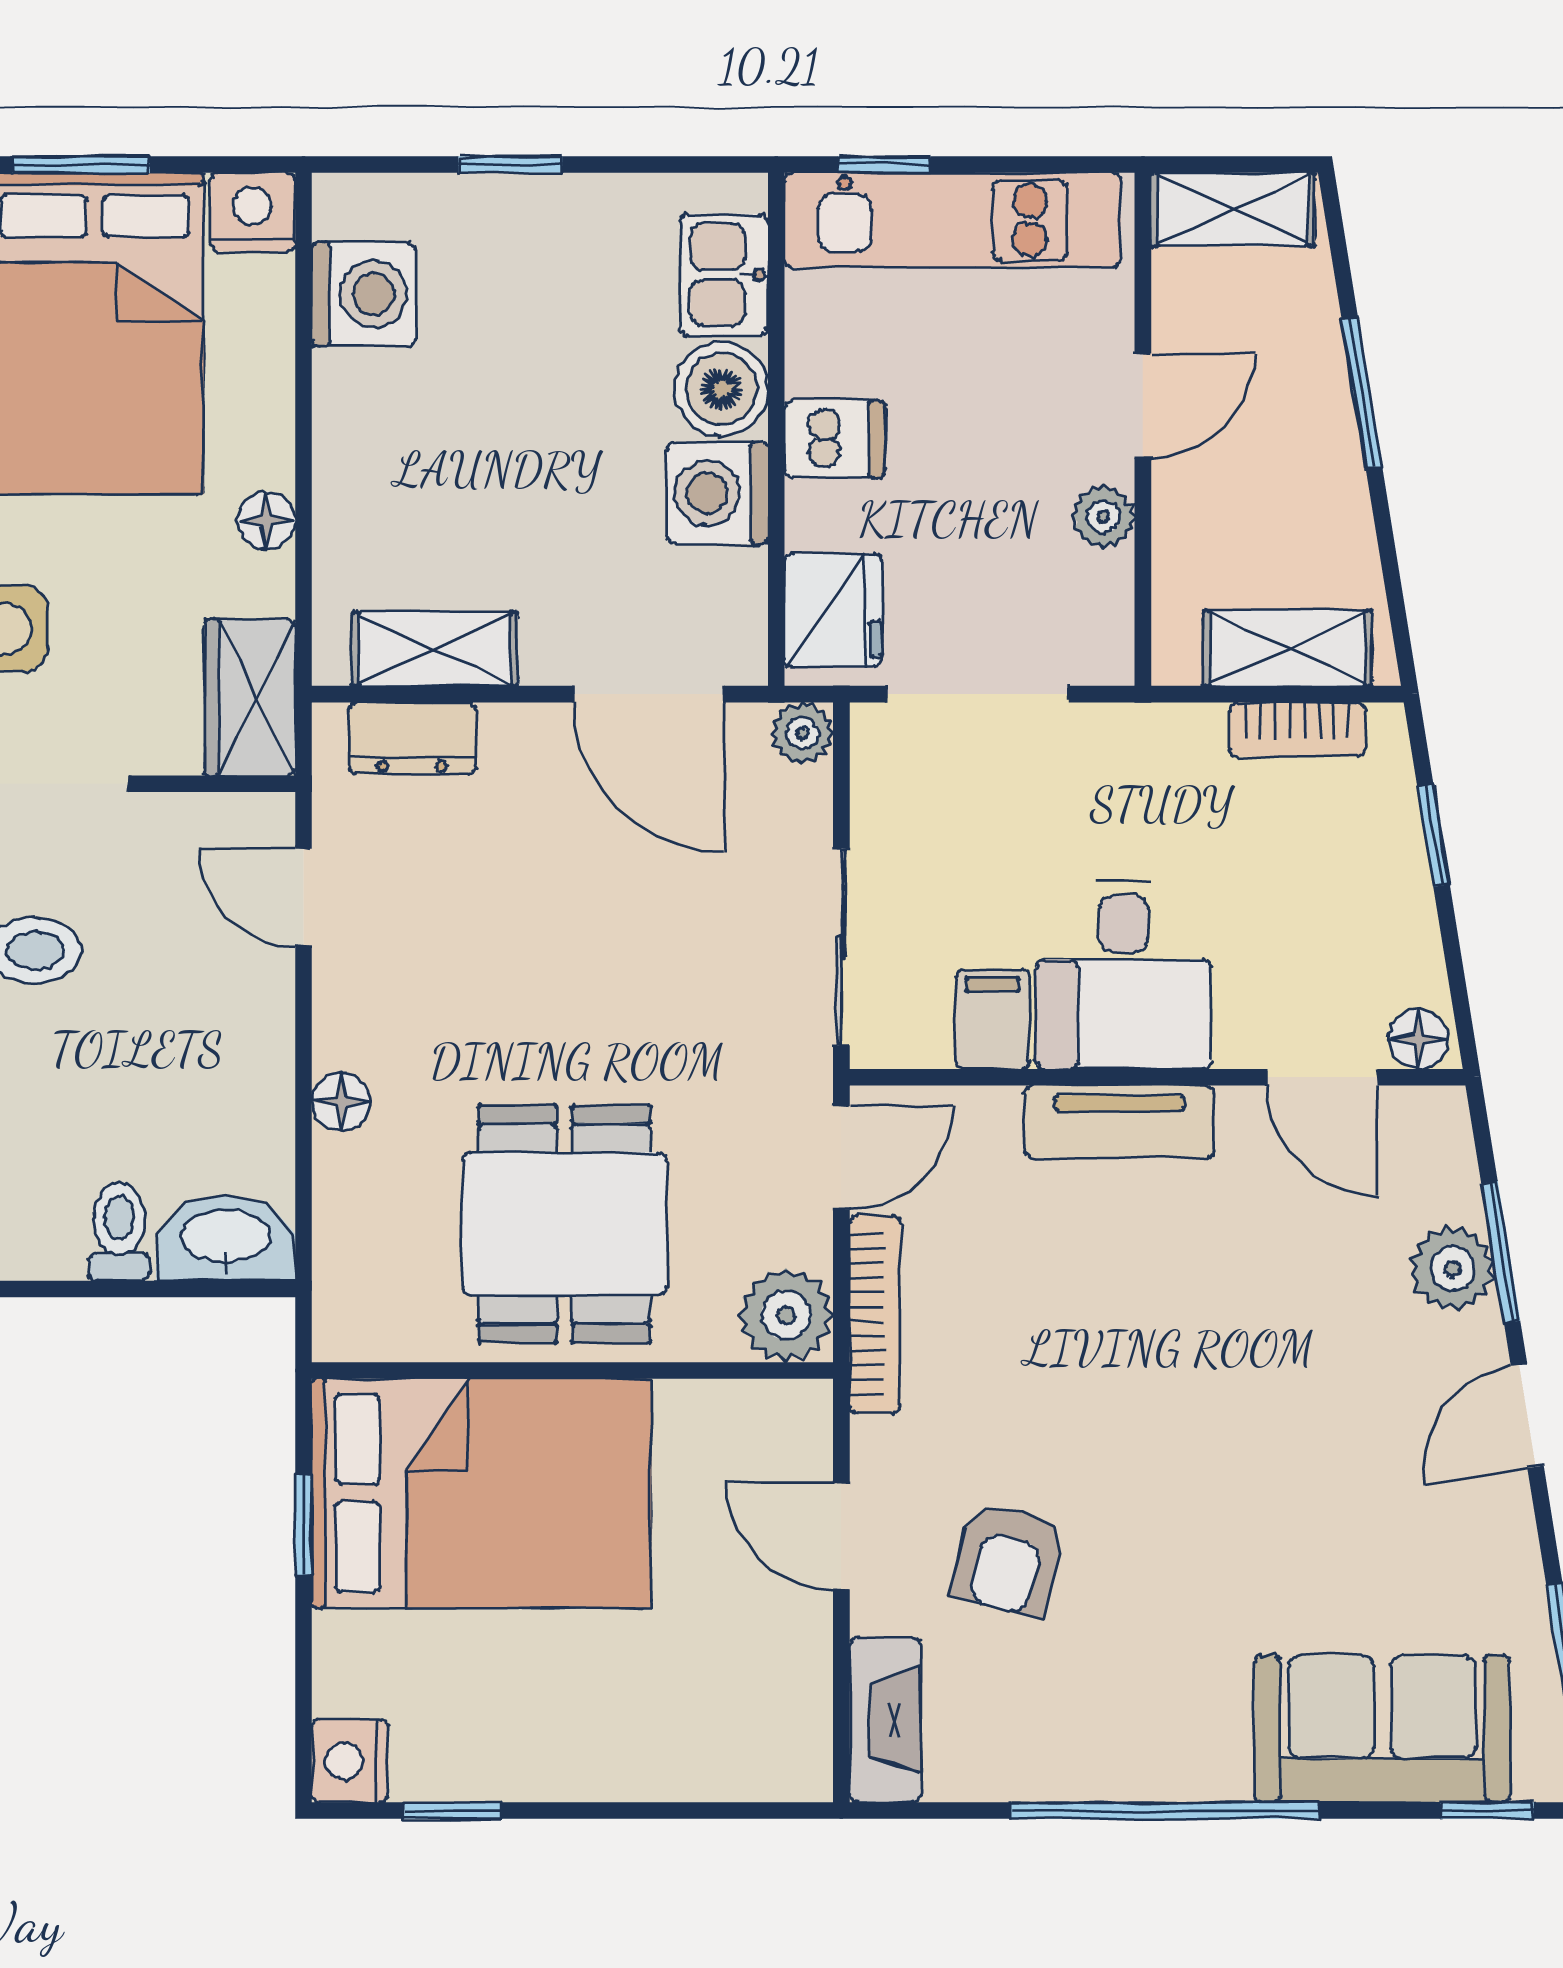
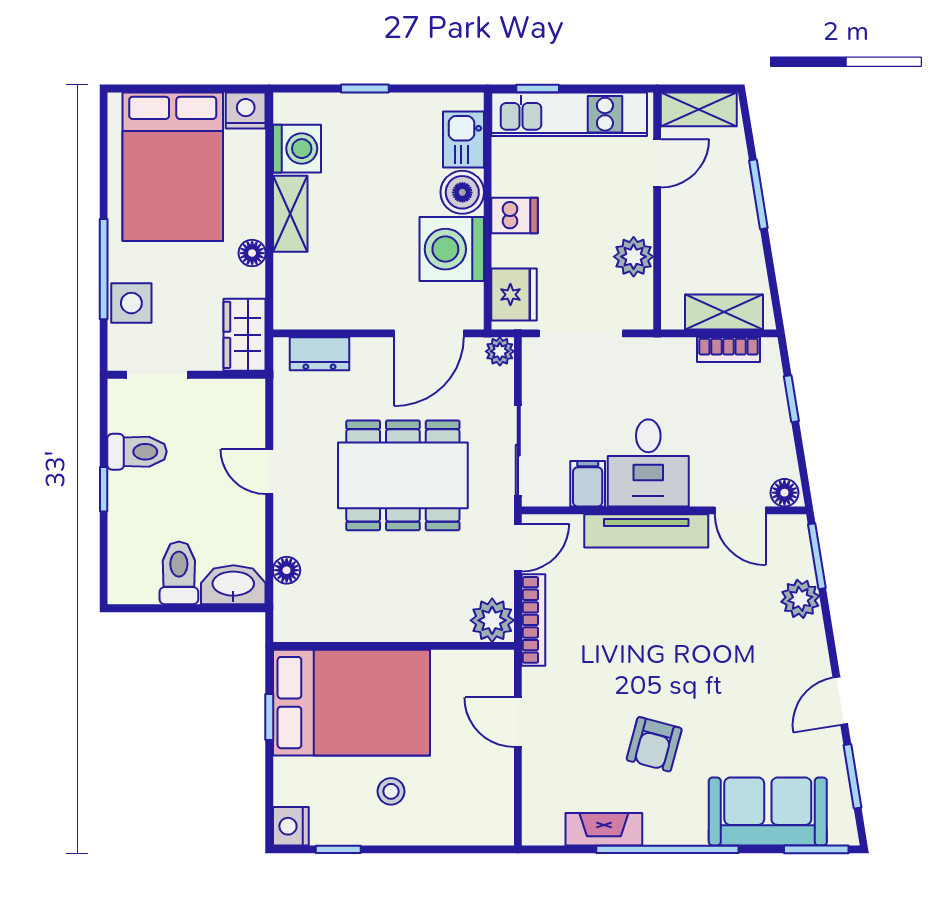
window: (81, 164) -> (166, 89), removed
door: (1143, 406) -> (657, 163), moved
washing machine: (717, 493) -> (452, 249), width x1.37, depth x1.37
plant: (1103, 517) -> (634, 257), width x1.38, depth x1.38
shelving: (435, 649) -> (290, 214), moved, turned 90
door: (649, 694) -> (429, 333), hinge flipped
door: (304, 897) -> (269, 472), moved
floor lamp: (341, 1102) -> (287, 570), moved
tv unit: (1119, 1122) -> (646, 531), width x1.41
dining table: (564, 1224) -> (403, 475), moved, width x1.38
toilet: (119, 1232) -> (179, 573), width x1.37, depth x1.39
window: (1501, 1252) -> (817, 556), moved
door: (1527, 1416) -> (840, 701), moved
armchair: (1008, 1560) -> (654, 744), moved
stool: (567, 1685) -> (391, 791), added
fireplace: (885, 1720) -> (604, 829), moved, turned -90
window: (1487, 1811) -> (816, 849), width x1.50

